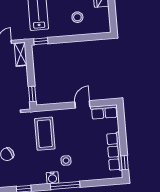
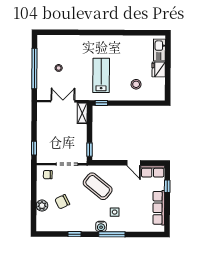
door: (82, 104) -> (134, 163), swing flipped
coffee table: (45, 134) -> (98, 186), turned -51
window: (125, 163) -> (167, 186), moved

